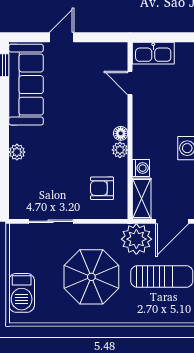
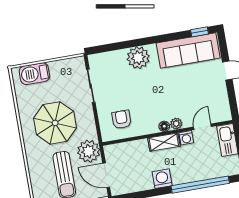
plant: (120, 150) -> (176, 124), moved
plant: (17, 152) -> (138, 58), width x1.88, depth x1.88
washing machine: (141, 168) -> (186, 138), moved
shelving: (142, 199) -> (164, 142), moved

